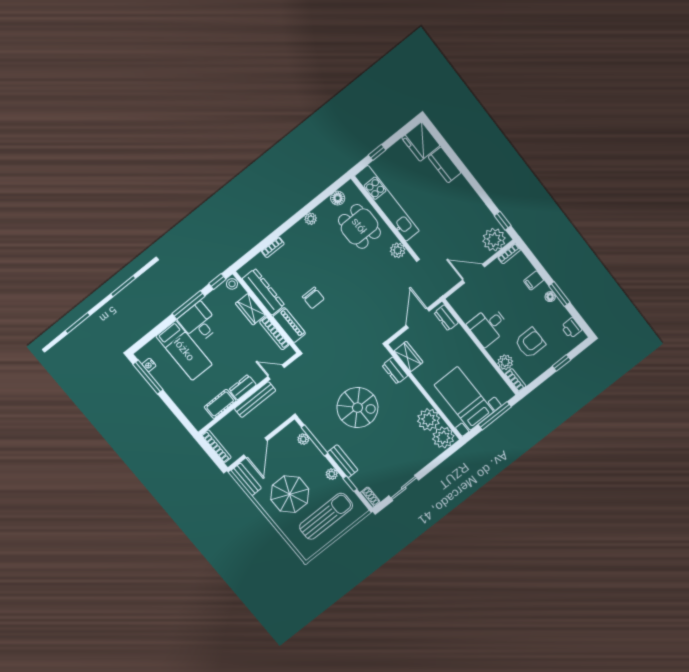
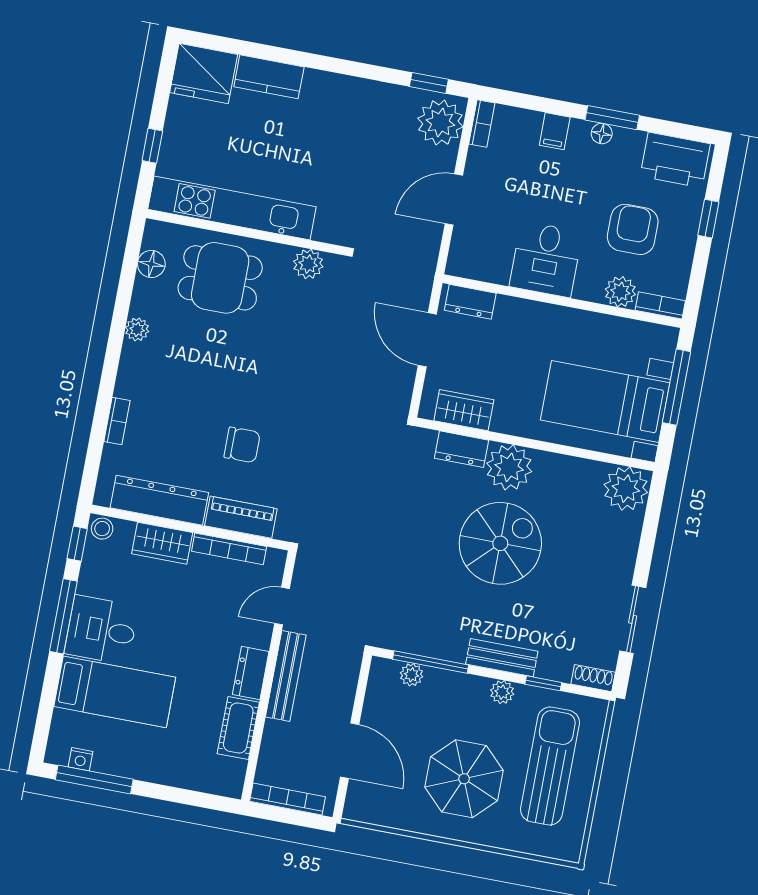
printer: (571, 328) -> (675, 160), width x1.87, depth x1.48
spiral stairs: (357, 408) -> (500, 543), moved
plant: (428, 420) -> (509, 467), moved
bench: (246, 479) -> (377, 812), removed

